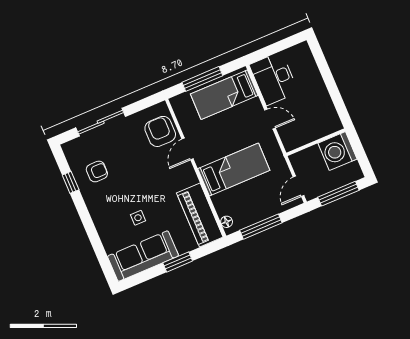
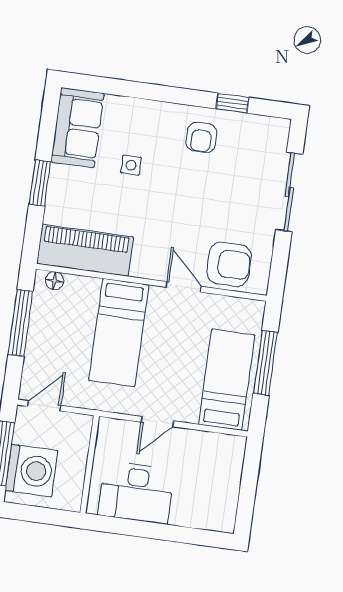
desk: (274, 78) -> (136, 492), moved, turned 180
washing machine: (337, 151) -> (31, 471), moved, turned 90
armchair: (97, 171) -> (201, 137), moved
door: (299, 186) -> (44, 406), hinge flipped
sofa: (143, 256) -> (78, 128), width x0.73

